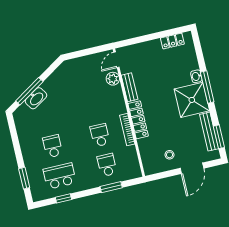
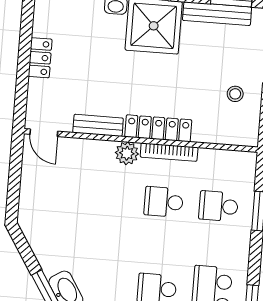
locker: (172, 41) -> (40, 58), moved
plant: (113, 79) -> (127, 153), moved

